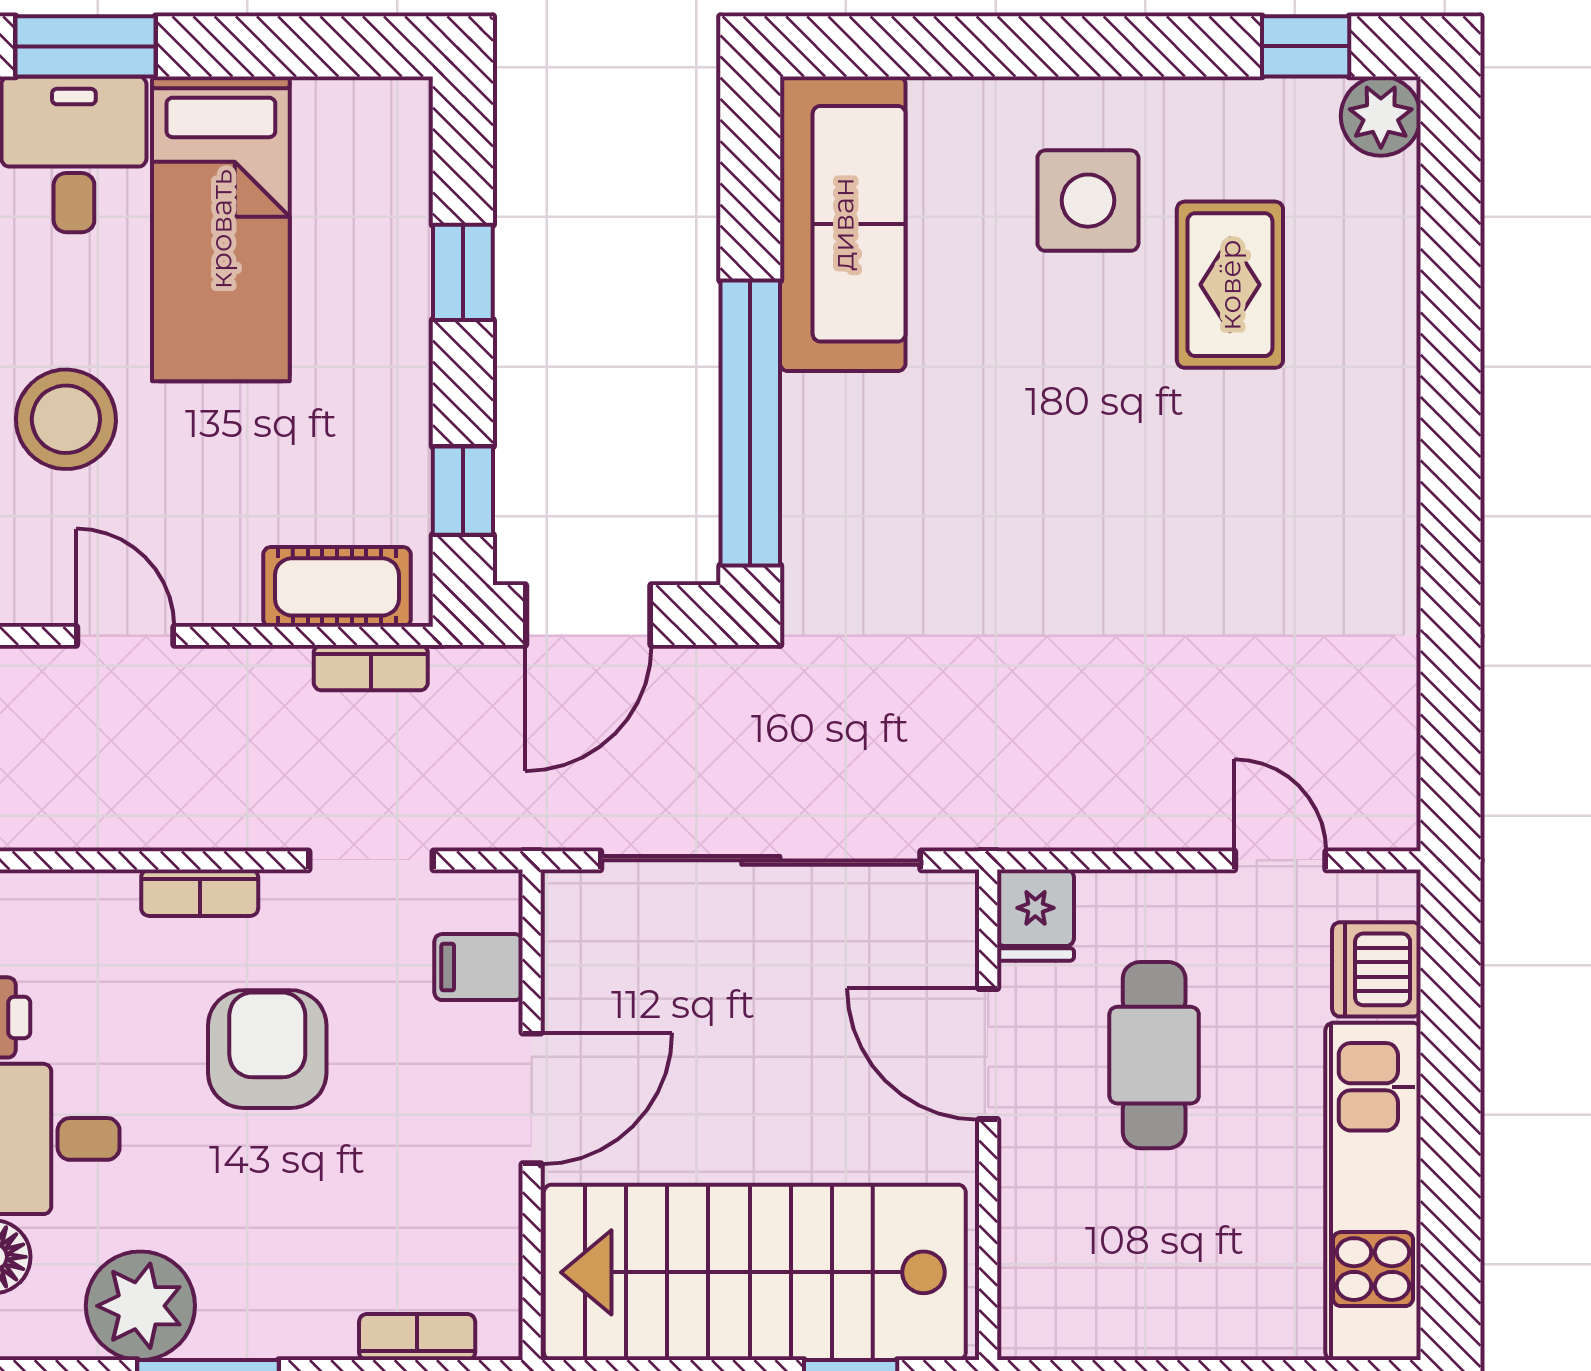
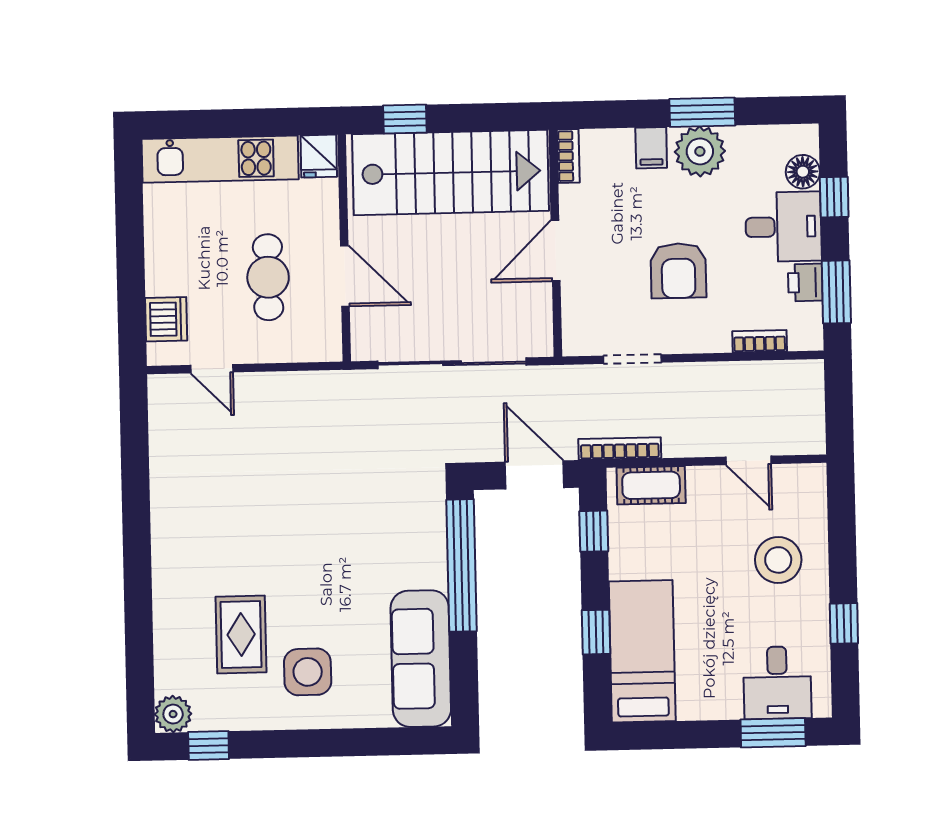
bed: (221, 229) -> (642, 651), moved
door: (588, 615) -> (534, 475), hinge flipped
bookcase: (371, 668) -> (620, 449), width x1.56
bookcase: (200, 893) -> (760, 341), moved
fridge: (1035, 915) -> (319, 156), moved, turned 180
filing cabinet: (479, 967) -> (651, 148), moved, turned 90
kitchen unit: (1373, 1191) -> (220, 159), moved, turned 90
plant: (140, 1306) -> (700, 151), moved
bookcase: (417, 1337) -> (568, 156), moved, turned -90

